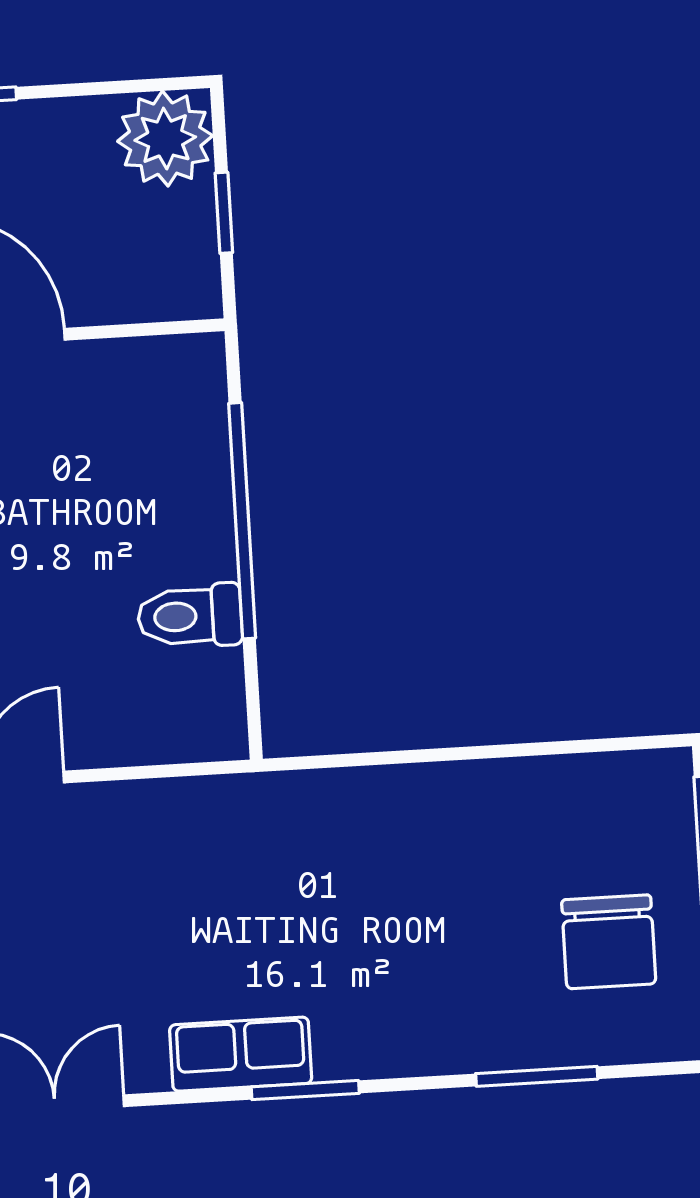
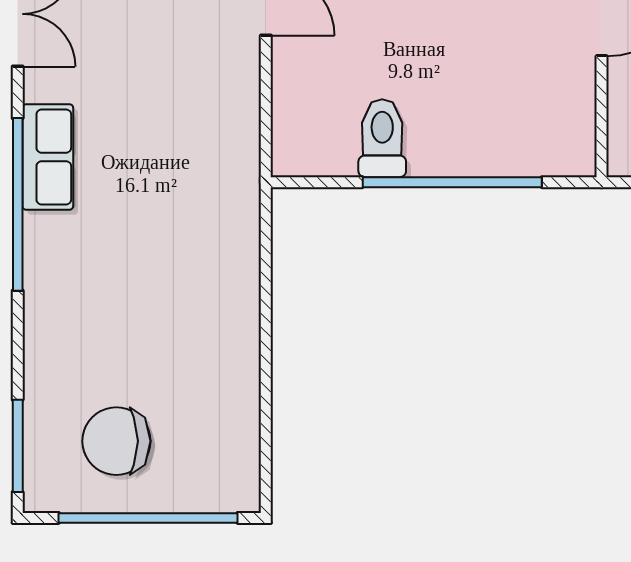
window: (537, 1076) -> (18, 446), moved
window: (305, 1090) -> (18, 204), width x2.11

